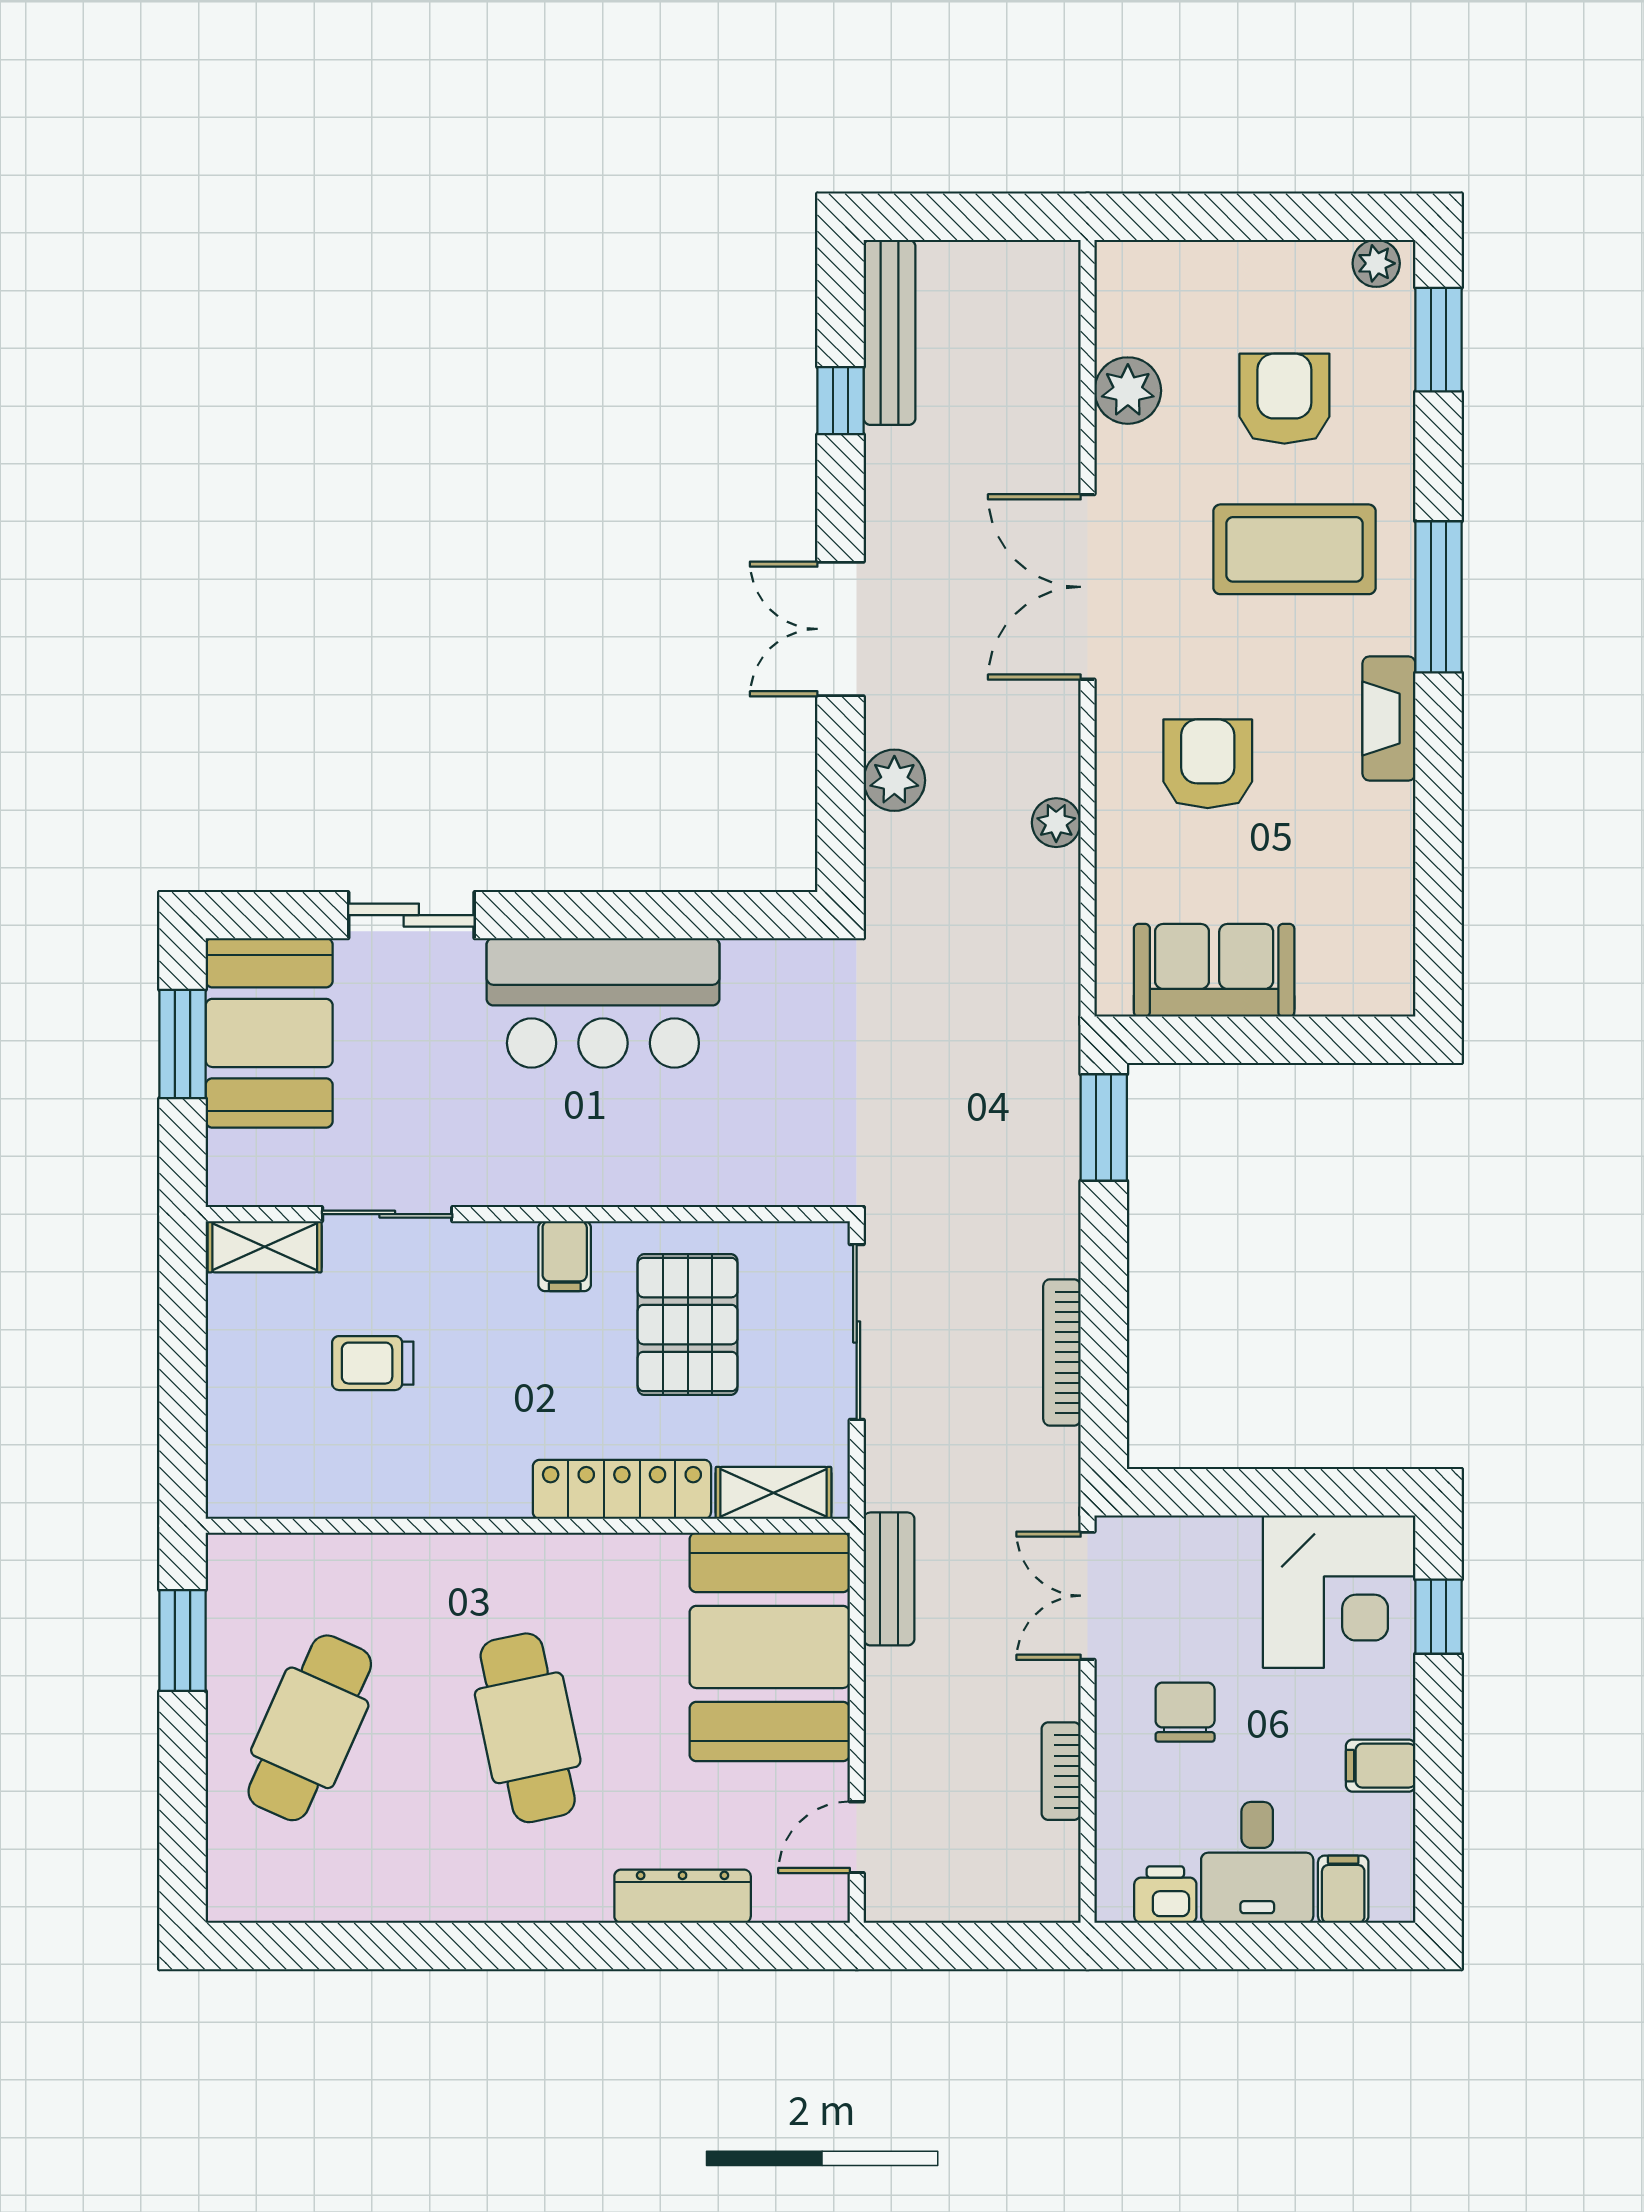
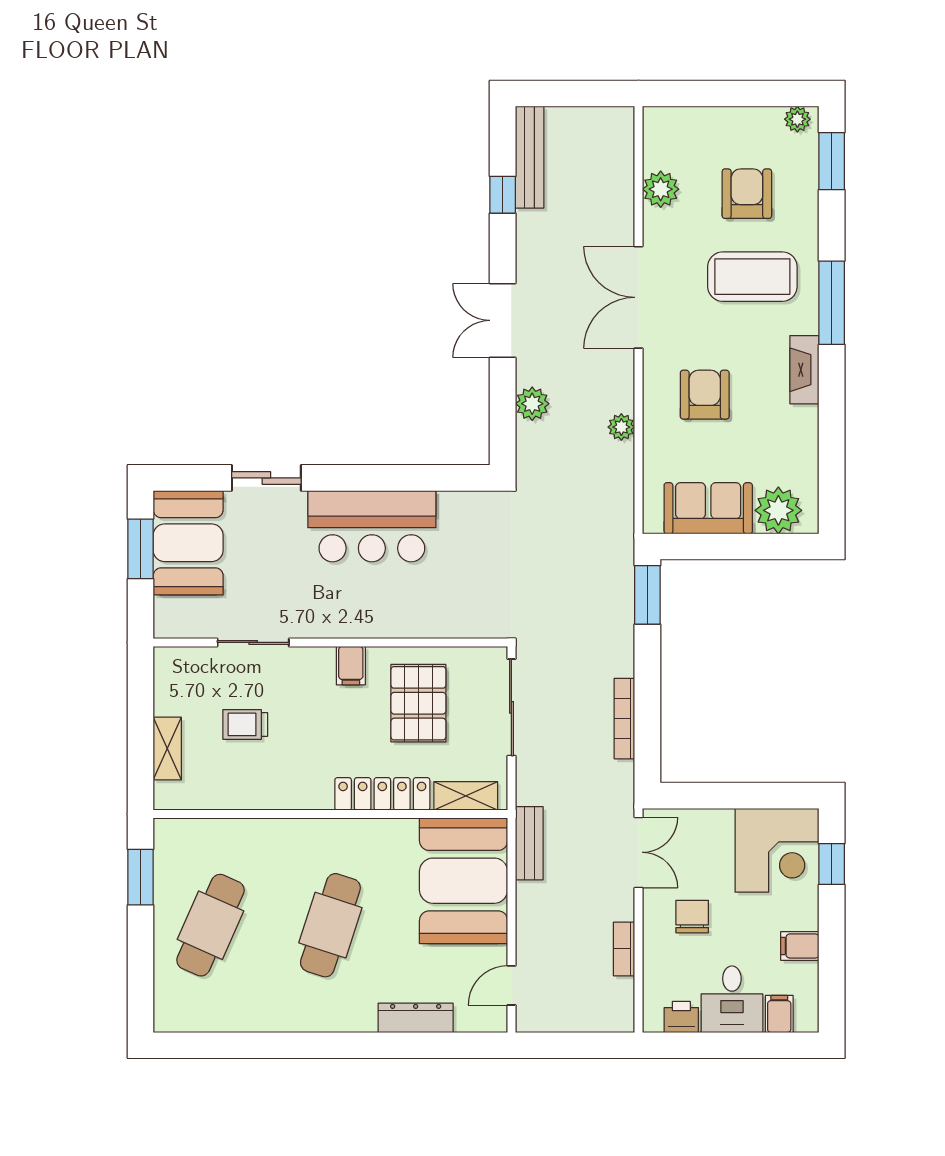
plant: (1342, 974) -> (778, 510), added
shelving: (265, 1247) -> (167, 749), moved, turned 90
double door: (1088, 1596) -> (639, 852), swing flipped
cafe table: (528, 1728) -> (330, 925), turned 30

